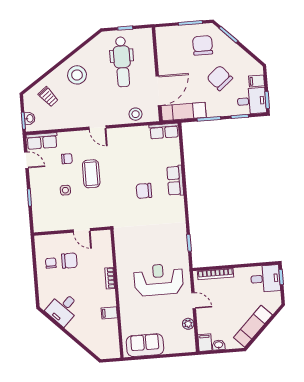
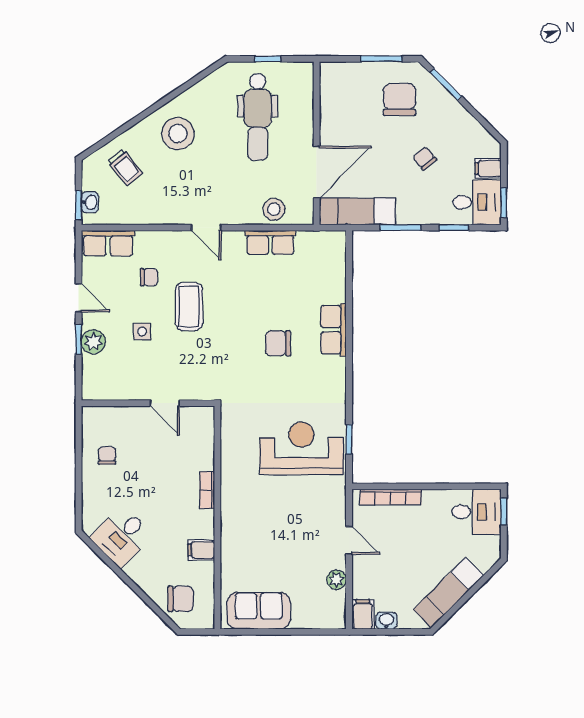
chair: (220, 78) -> (425, 158), width x0.54, depth x0.54
row of seats: (164, 131) -> (270, 242), moved
door: (26, 160) -> (79, 298), moved
plant: (38, 198) -> (93, 342), added
chair: (69, 261) -> (181, 599), moved
reception desk: (159, 280) -> (301, 448), moved

